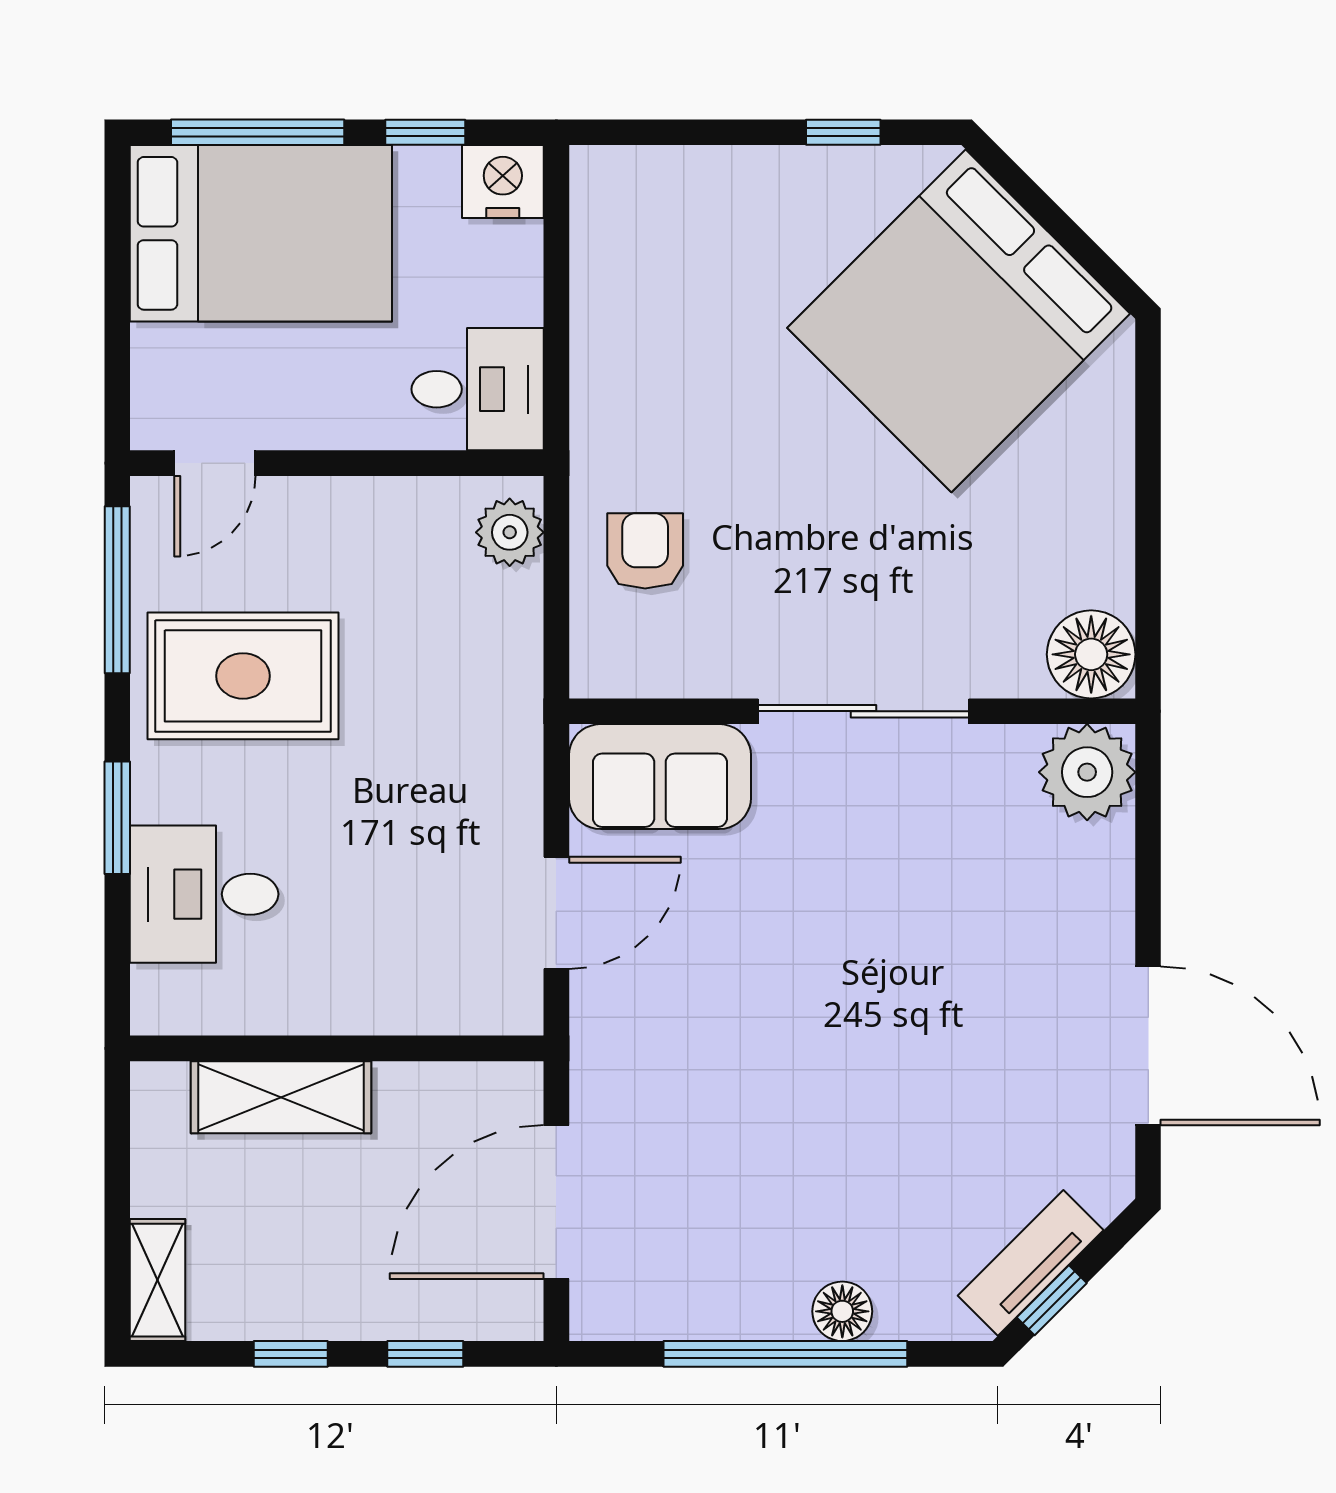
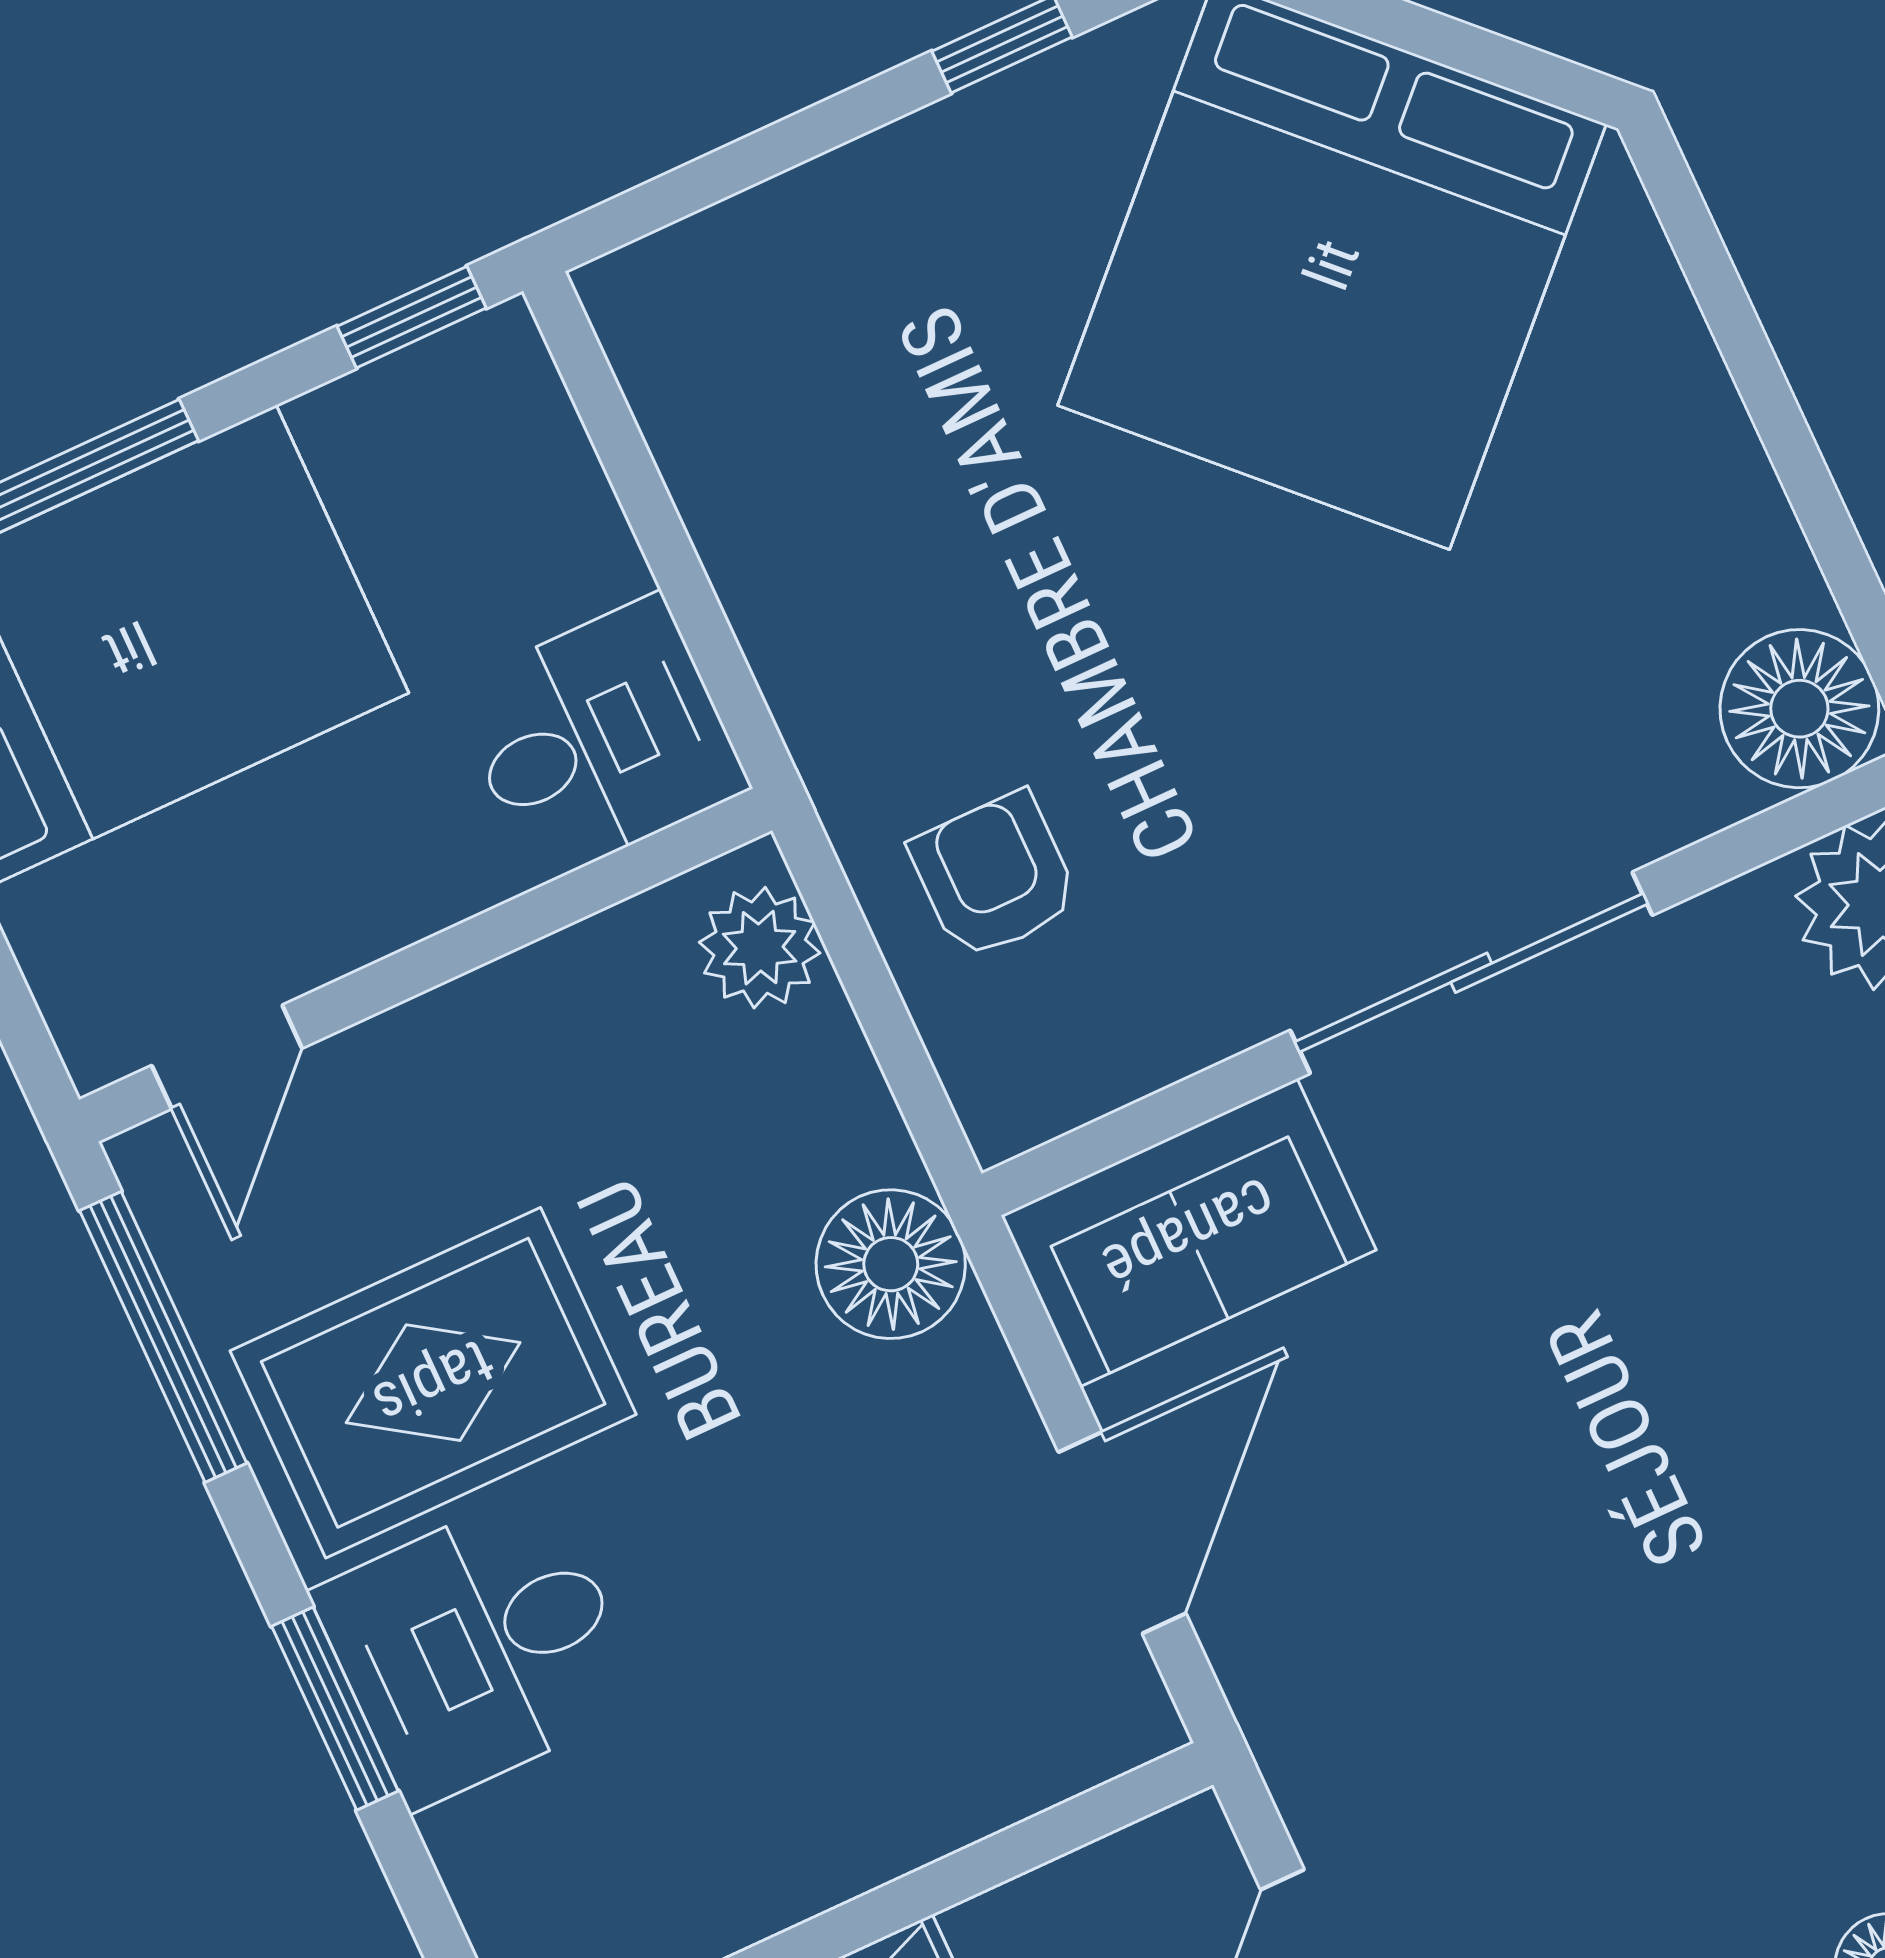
window: (425, 132) -> (412, 317), moved
nightstand: (503, 182) -> (484, 381), removed
floor lamp: (502, 723) -> (891, 1264), added
desk: (204, 894) -> (479, 1647), moved

